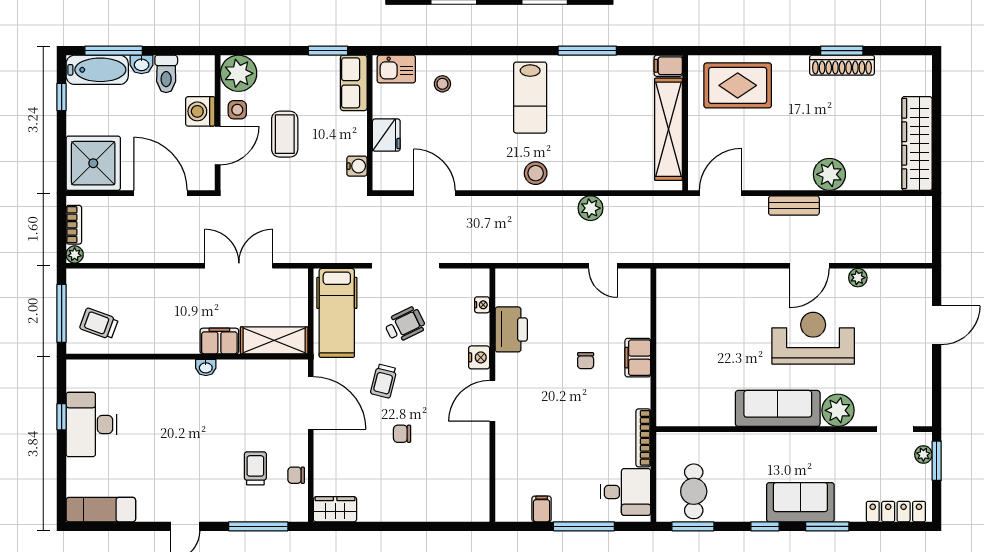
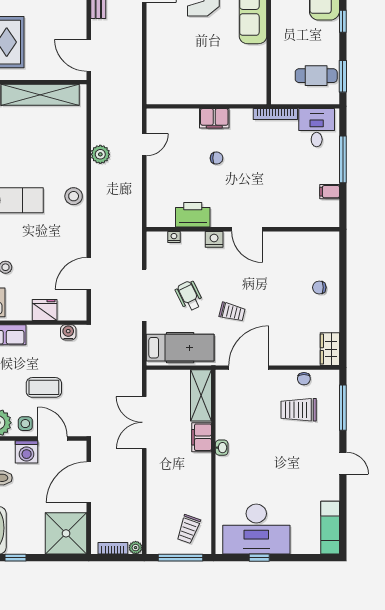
desk: (91, 425) -> (256, 529), width x1.36, depth x1.30
chair: (402, 434) -> (319, 287), moved, turned 90
trolley: (255, 468) -> (299, 410), width x1.36, depth x1.39

